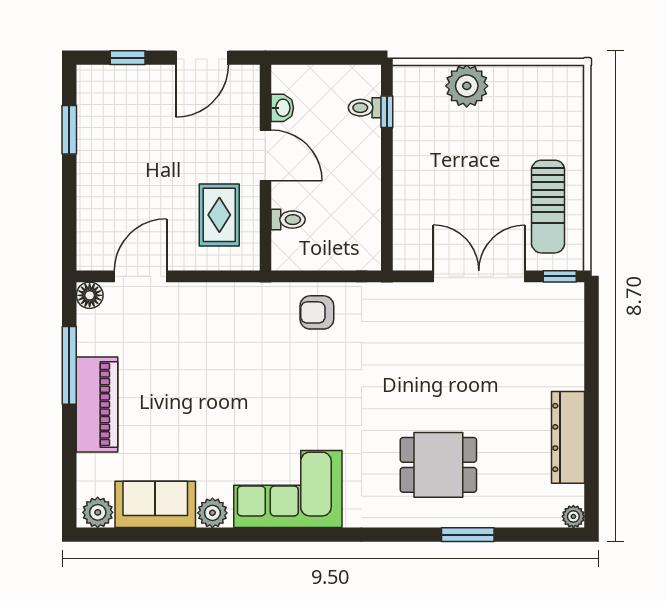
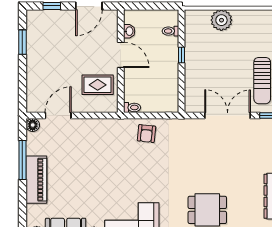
window: (387, 112) -> (181, 55), moved
rug: (219, 215) -> (98, 85), turned 90
toilet: (288, 220) -> (132, 107), moved
armchair: (317, 312) -> (146, 134), turned -84

